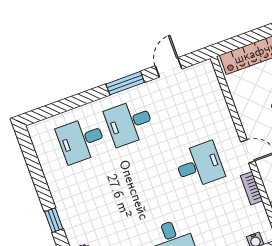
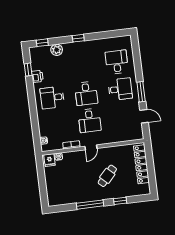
desk: (129, 123) -> (120, 89), turned 90
desk: (151, 183) -> (86, 93), added

